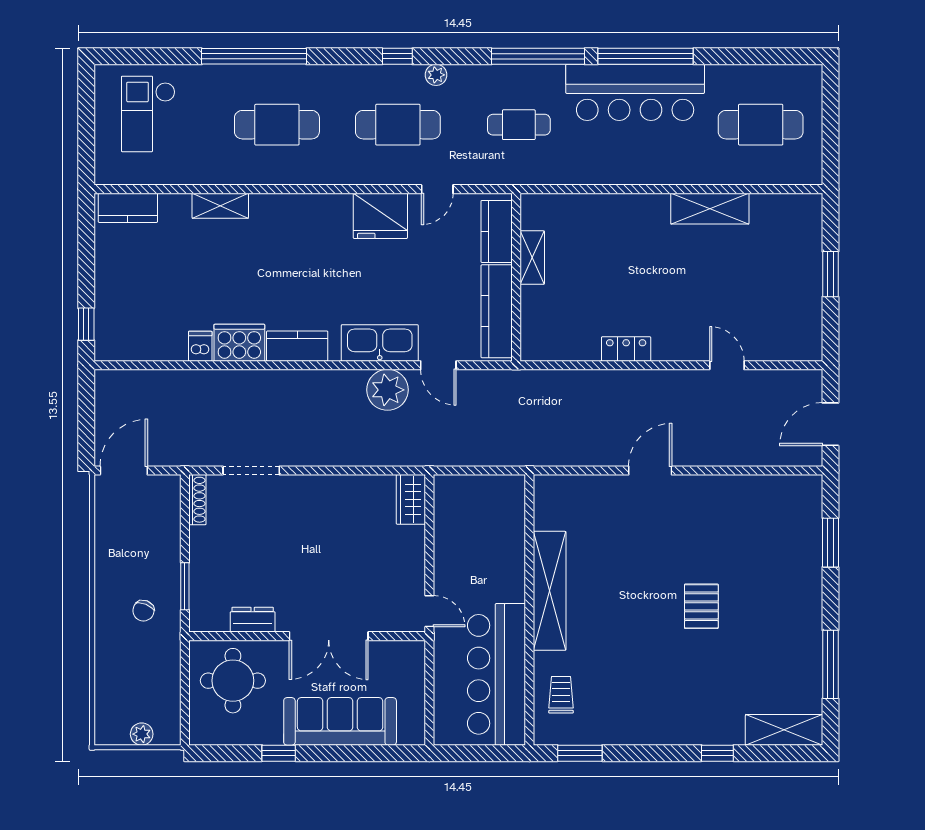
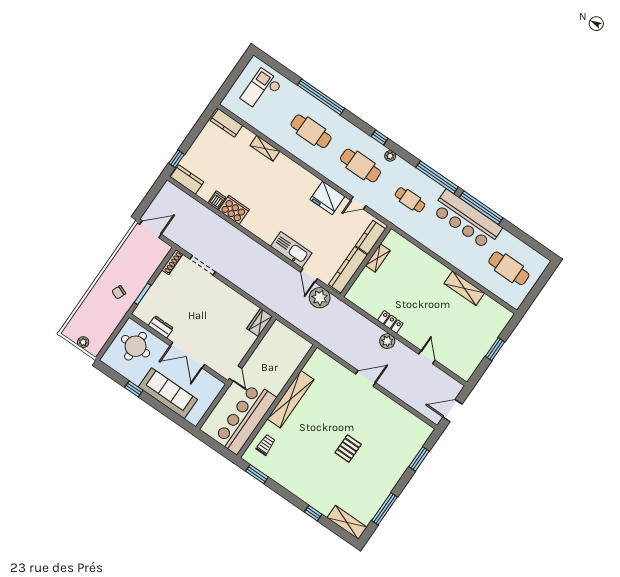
kitchen counter: (297, 346) -> (187, 179), moved
plant: (643, 384) -> (387, 341), added
plant: (388, 390) -> (320, 298), moved

